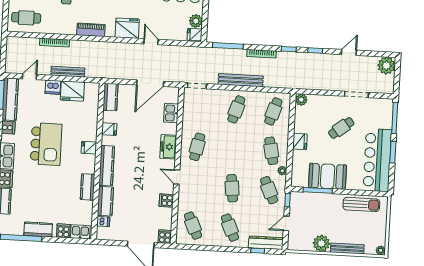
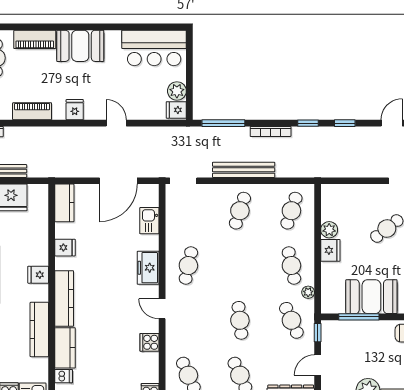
fridge: (127, 28) -> (75, 110), width x0.53, depth x0.75
plant: (301, 100) -> (329, 230), moved
kitchen counter: (88, 187) -> (39, 329), width x1.50

